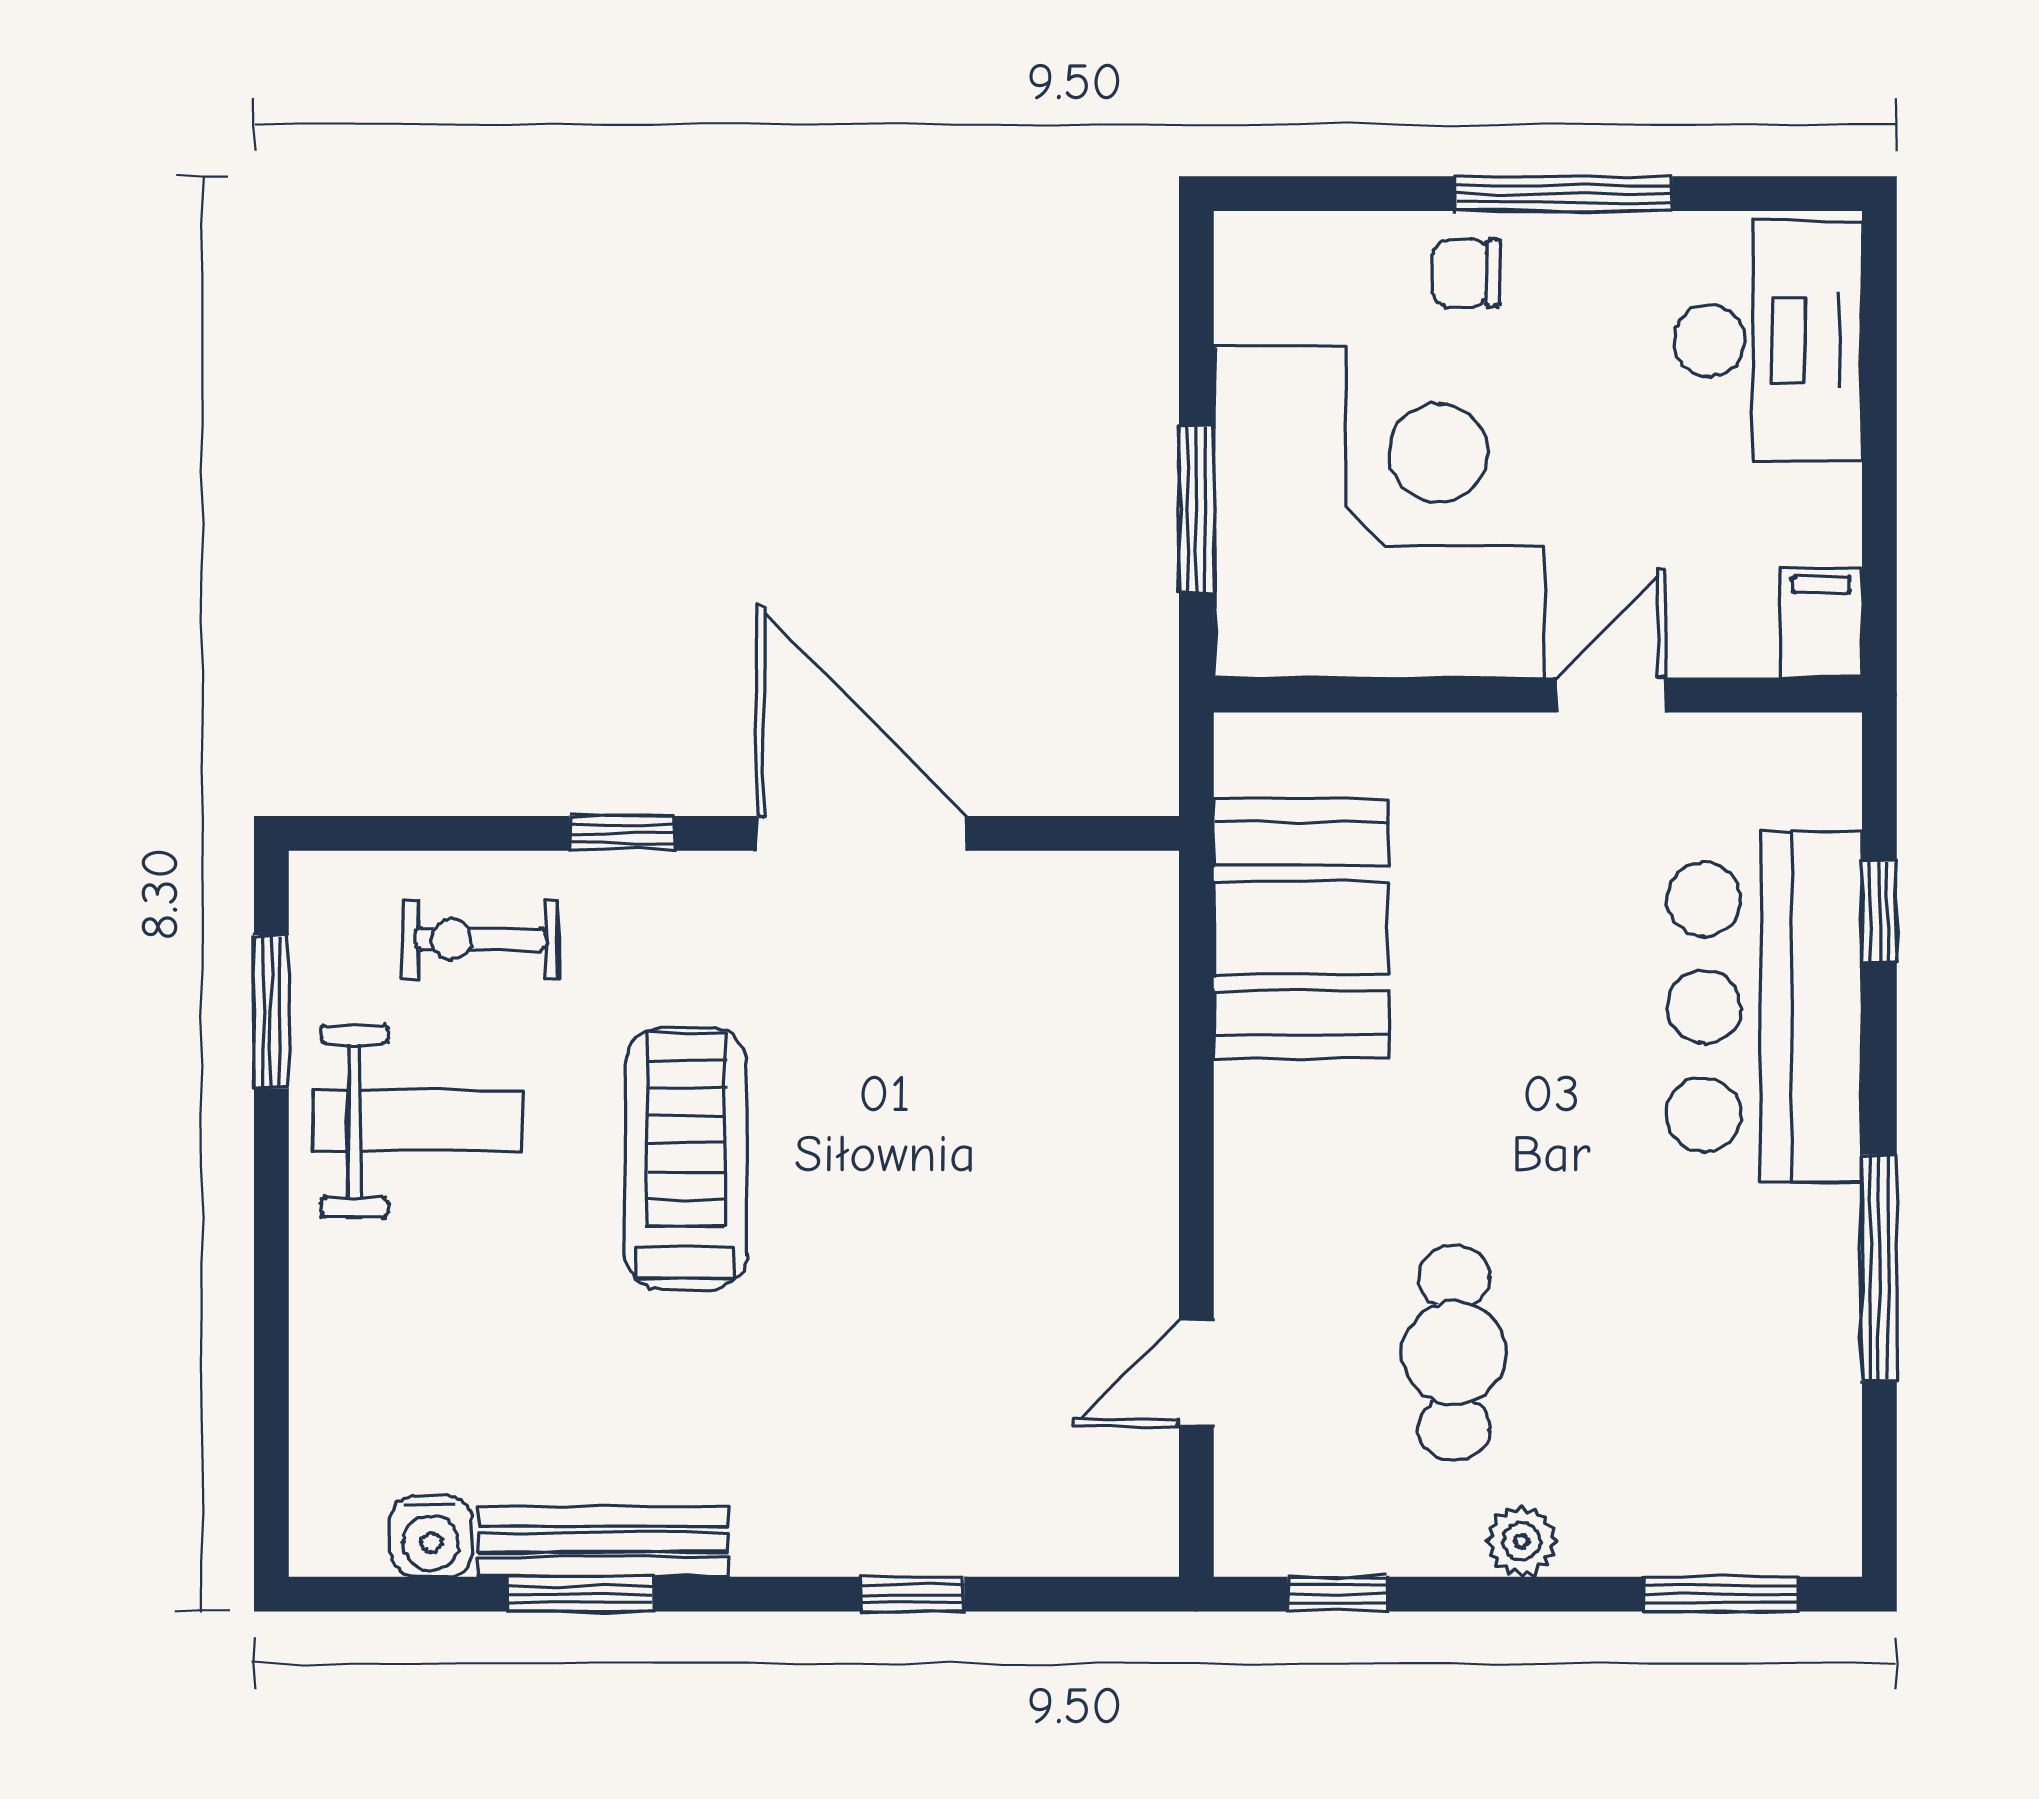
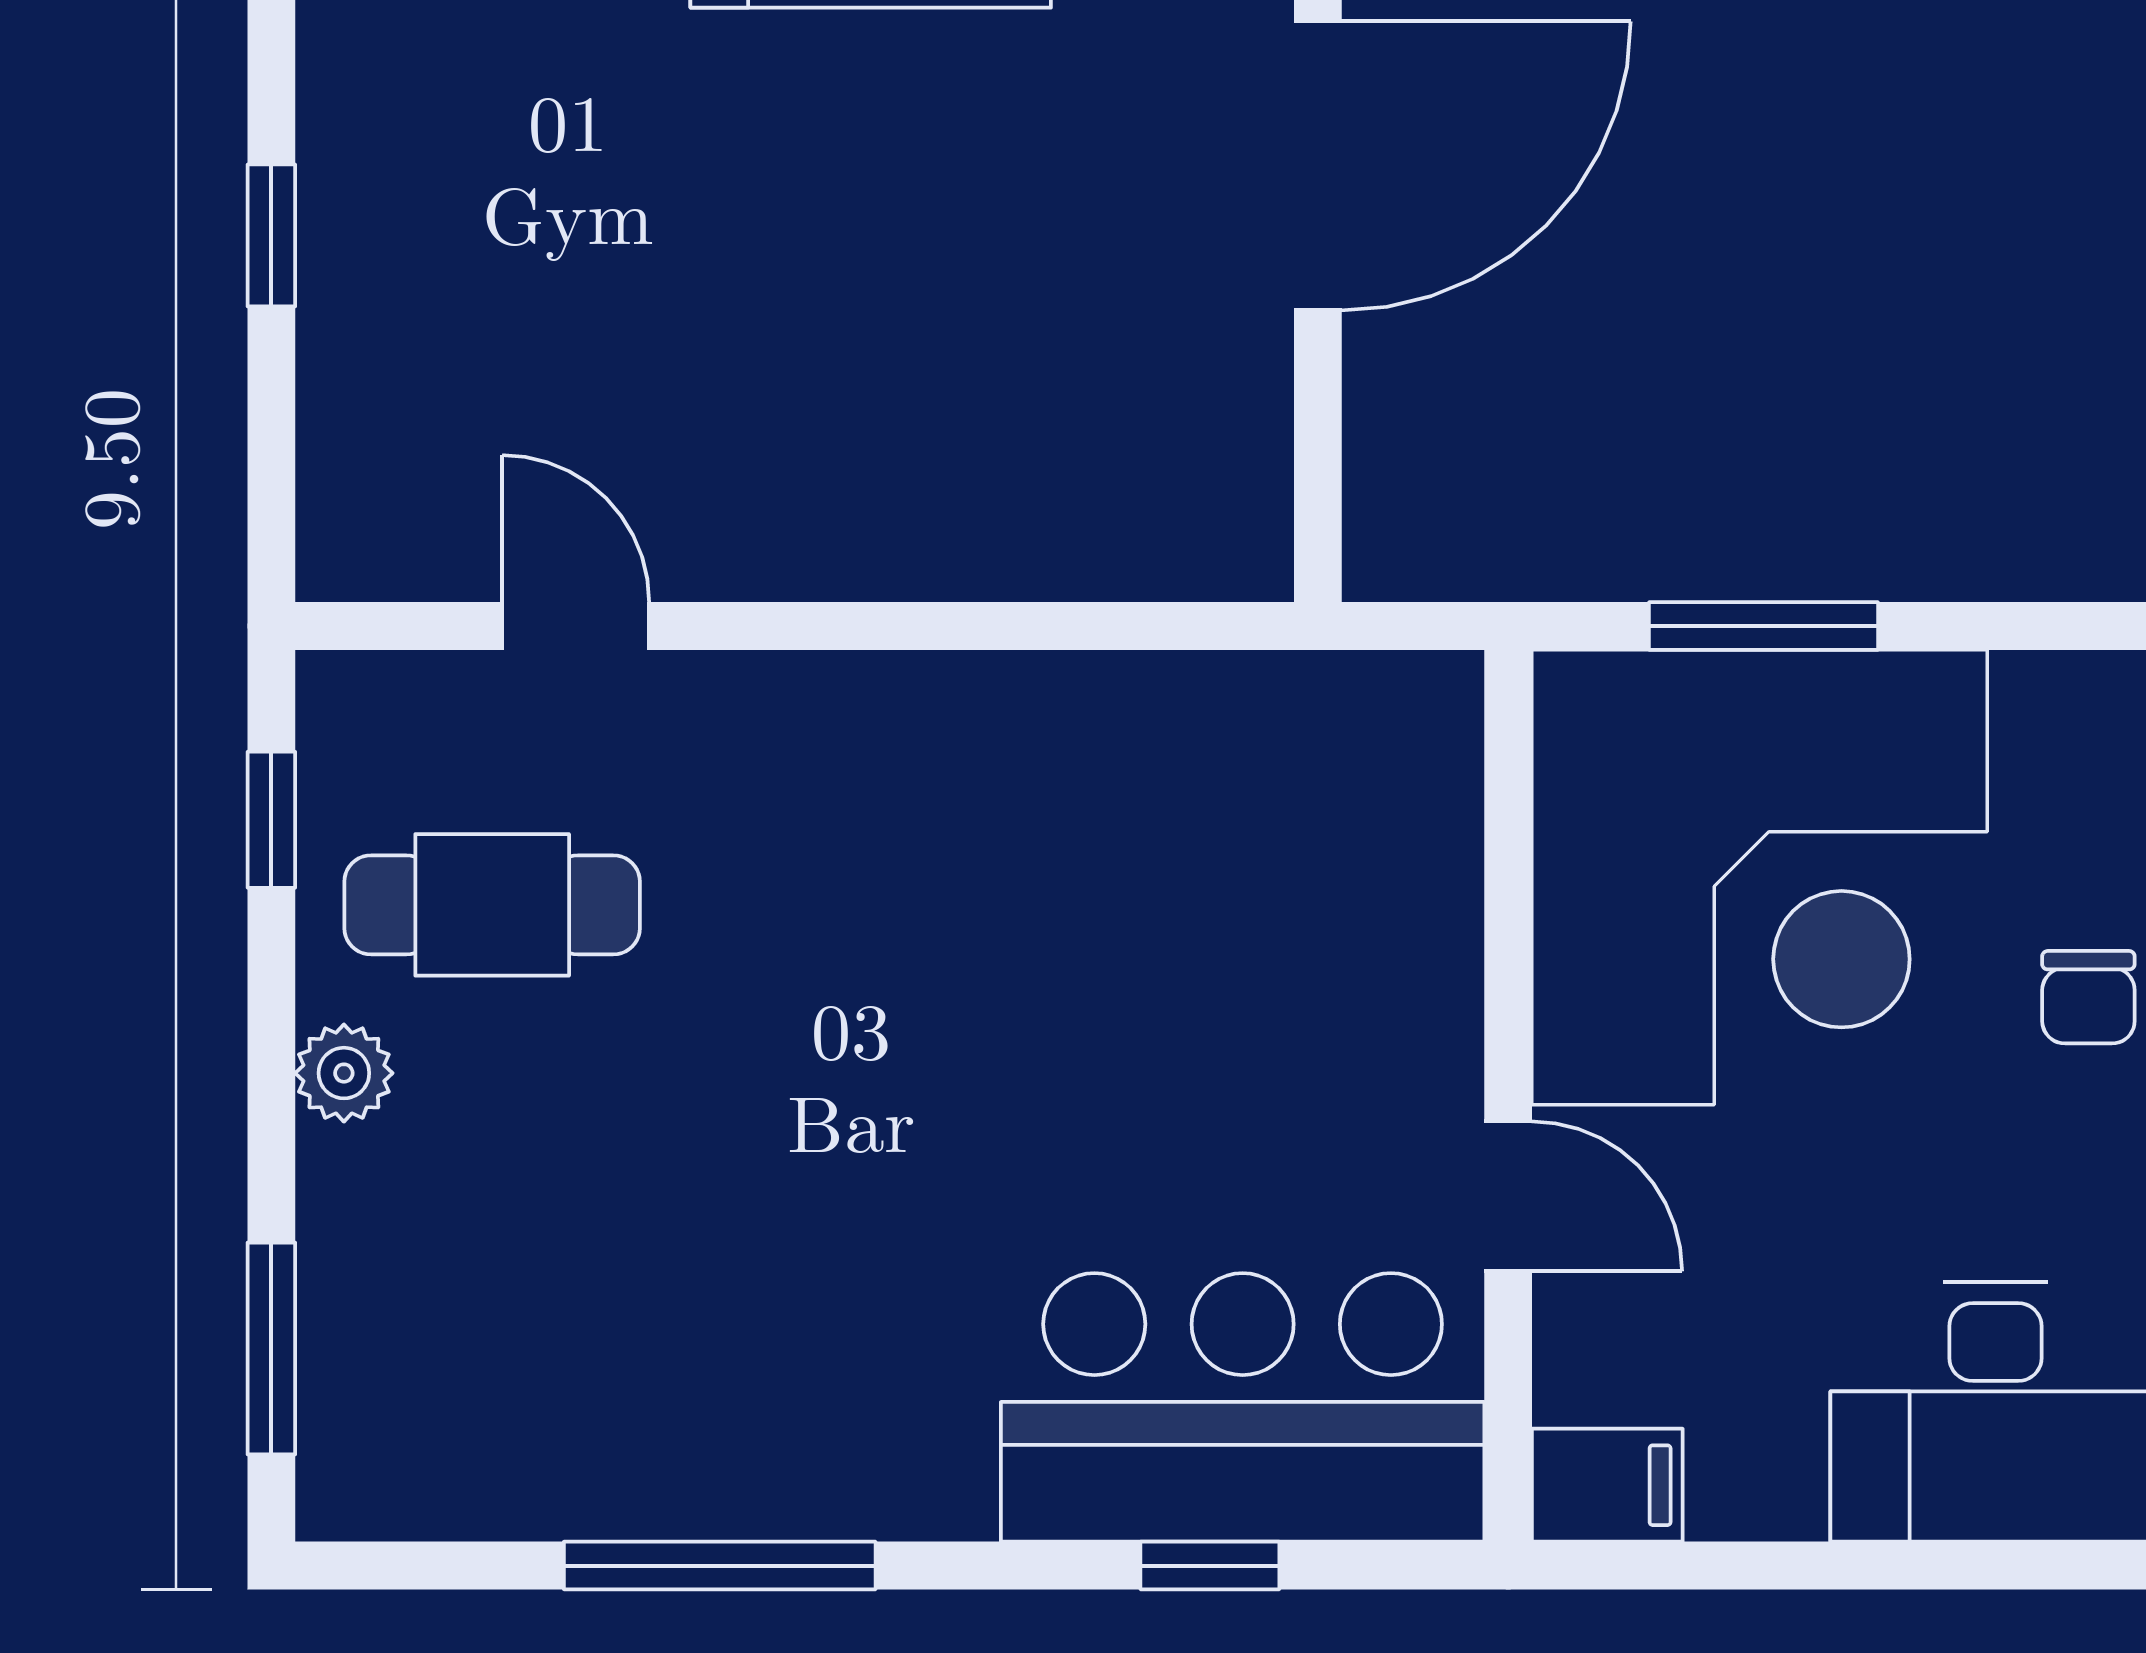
chair: (1466, 273) -> (2088, 997), turned 180
booth: (1301, 928) -> (1187, 770), removed
bar counter: (1764, 1007) -> (1243, 1407), moved
cafe table: (1454, 1353) -> (492, 905), moved

